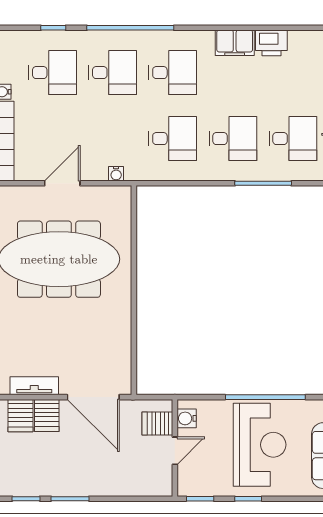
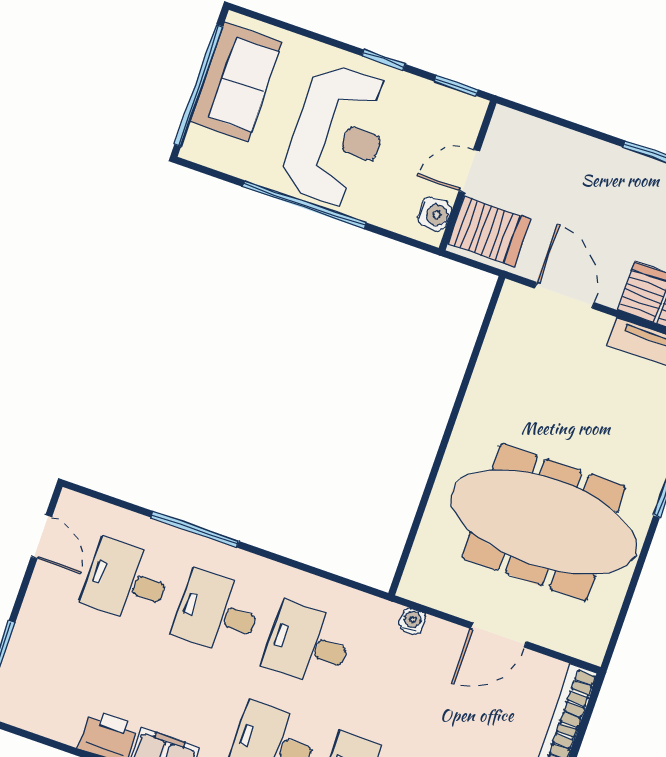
door: (93, 397) -> (564, 295), width x0.73
server rack: (157, 424) -> (489, 231), width x1.36, depth x1.44
reception desk: (260, 445) -> (338, 136), turned 180

